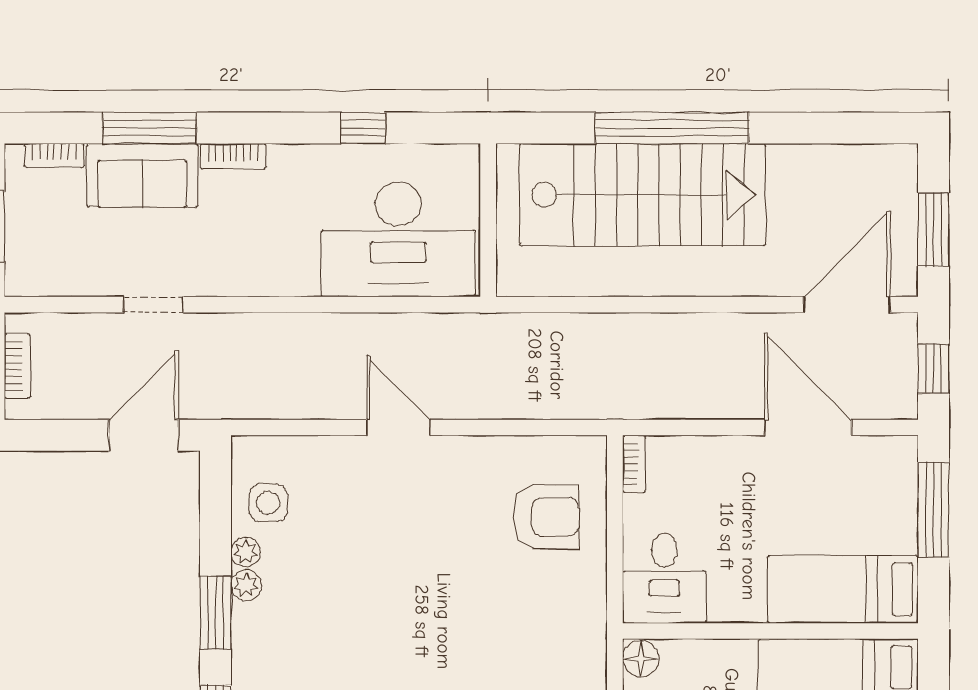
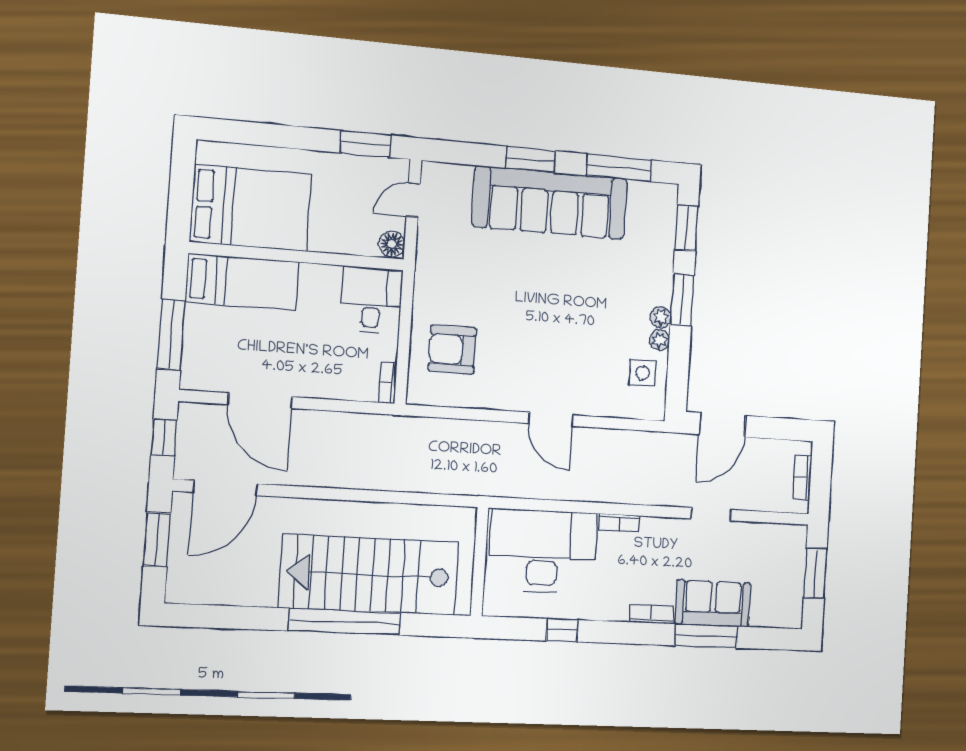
bookcase: (54, 155) -> (620, 523), moved, turned 180

